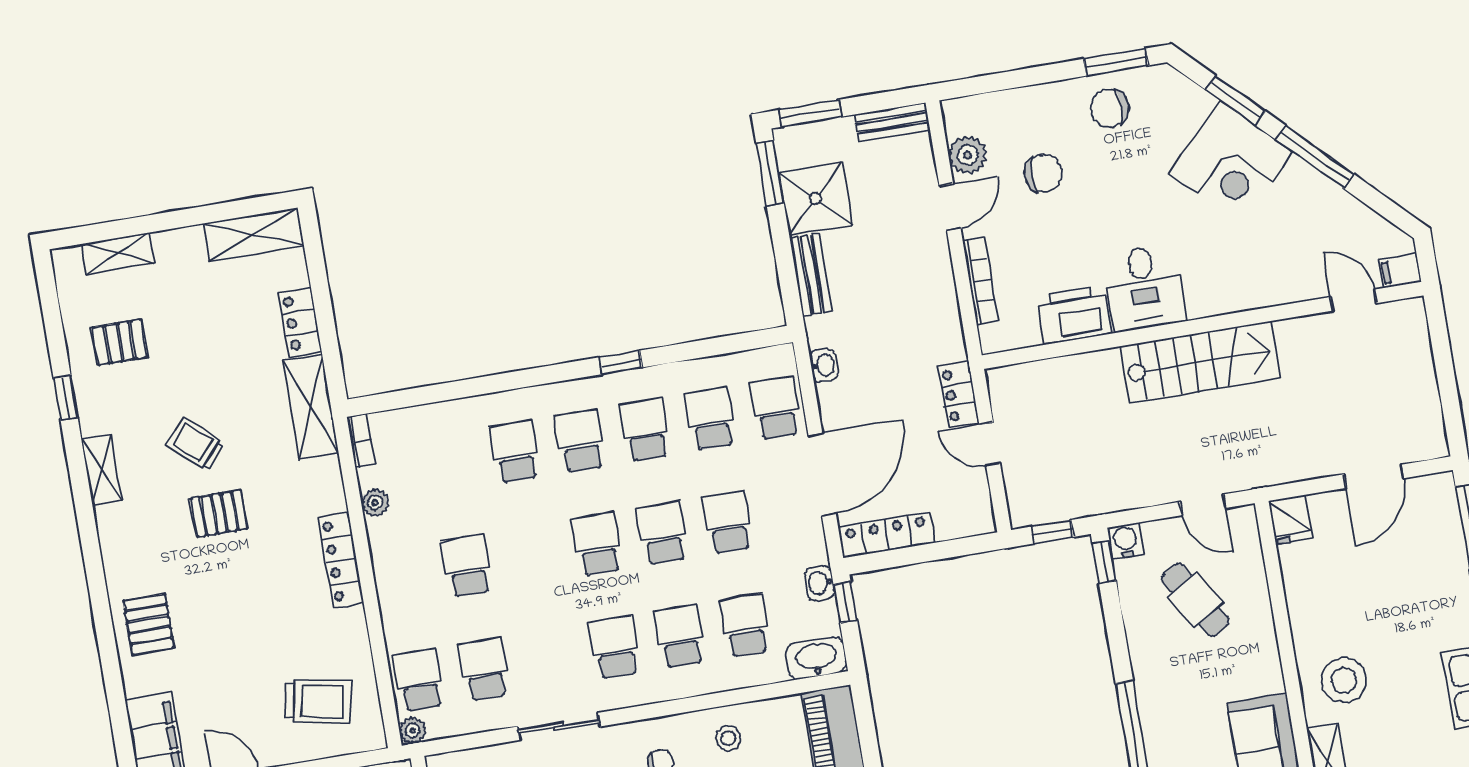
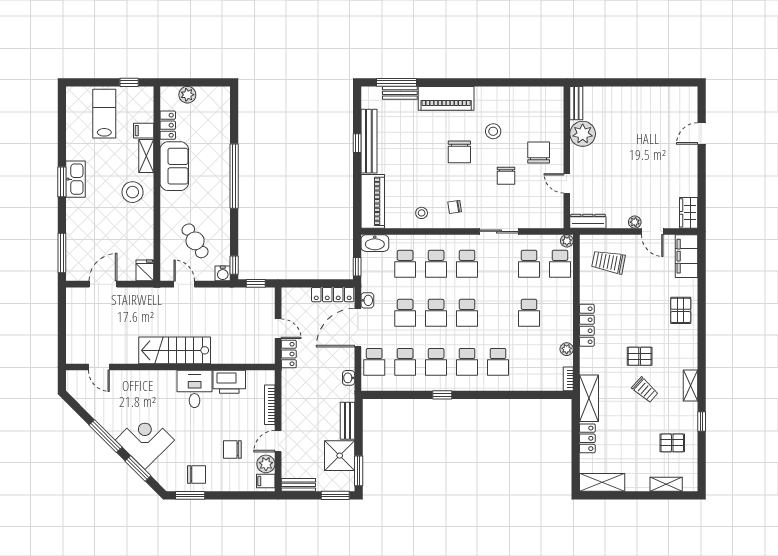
filing cabinet: (1400, 271) -> (266, 481), moved, turned 180
washbasin: (820, 583) -> (367, 300), moved

